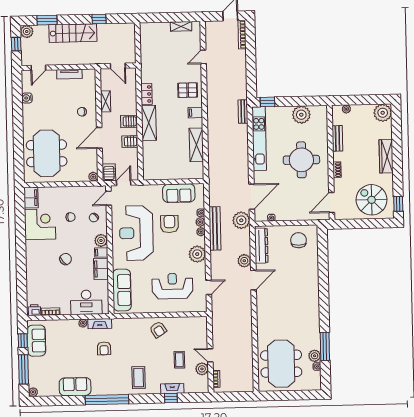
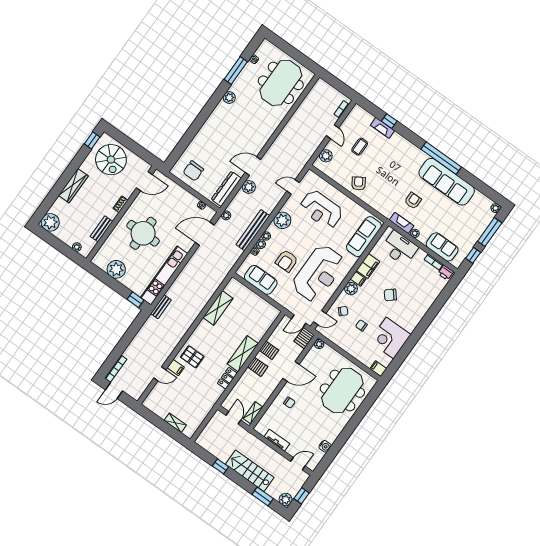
shelving: (181, 26) -> (175, 423), moved
shelving: (106, 101) -> (253, 413), moved
filing cabinet: (195, 113) -> (176, 367), moved
filing cabinet: (31, 198) -> (378, 369), width x0.50
plant: (241, 220) -> (226, 215), width x0.53, depth x0.53
sofa: (36, 341) -> (442, 247), moved, turned 90
plant: (315, 356) -> (229, 98), moved
plant: (202, 369) -> (326, 156), moved
coffee table: (139, 378) -> (403, 157), removed
sofa: (75, 387) -> (447, 182), width x1.85, depth x1.27

